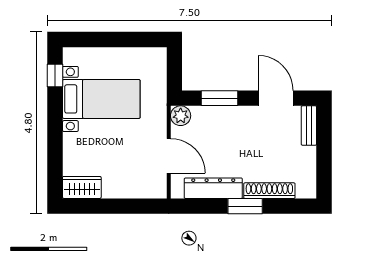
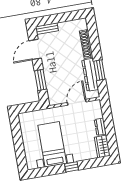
window: (55, 76) -> (71, 167), moved
plant: (181, 116) -> (54, 100), removed
dresser: (118, 190) -> (100, 127), added
window: (245, 206) -> (99, 70), moved

